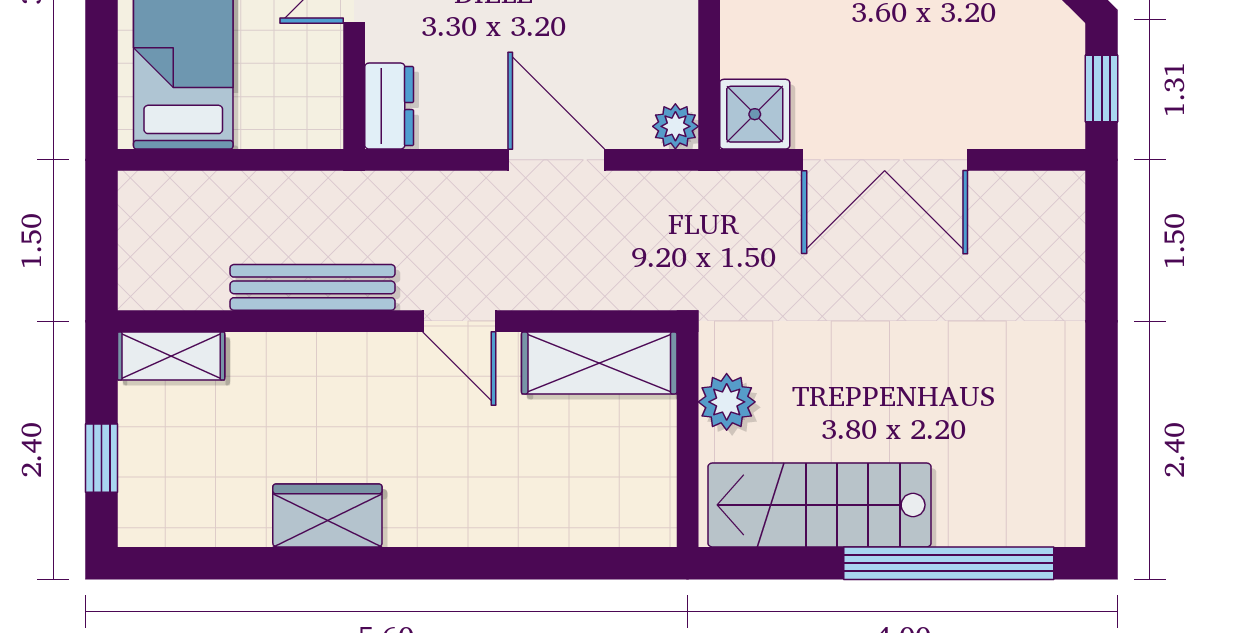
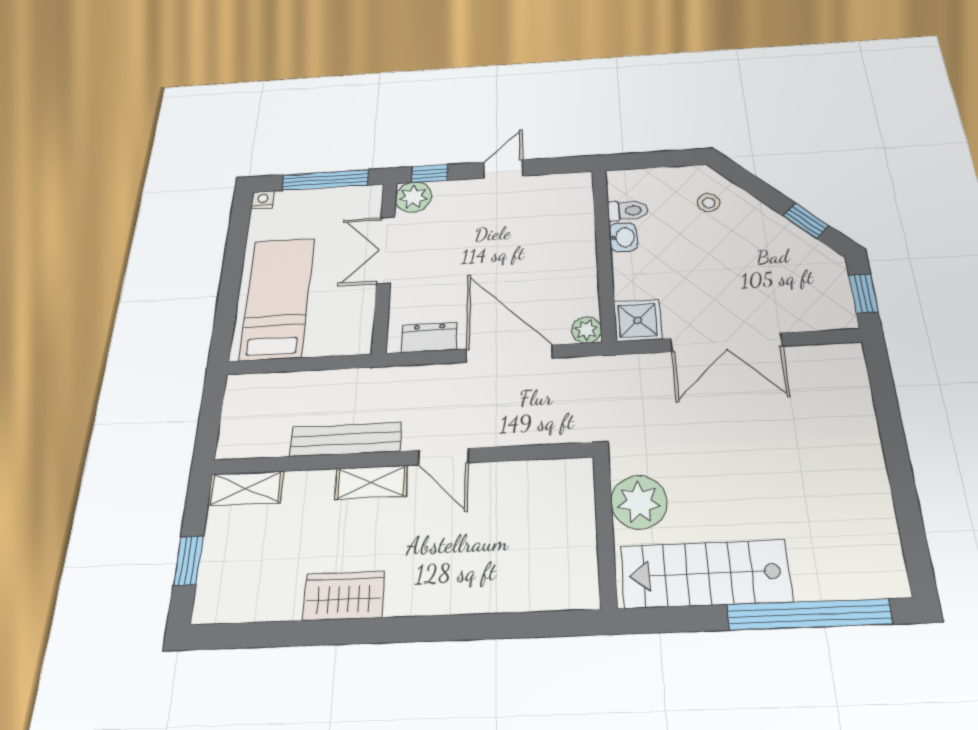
dresser: (389, 106) -> (429, 337), moved, turned -90
door: (556, 160) -> (509, 354), width x1.36
shelving: (599, 363) -> (371, 482), moved, width x0.67, depth x0.75
plant: (727, 402) -> (639, 502), width x1.36, depth x1.36

